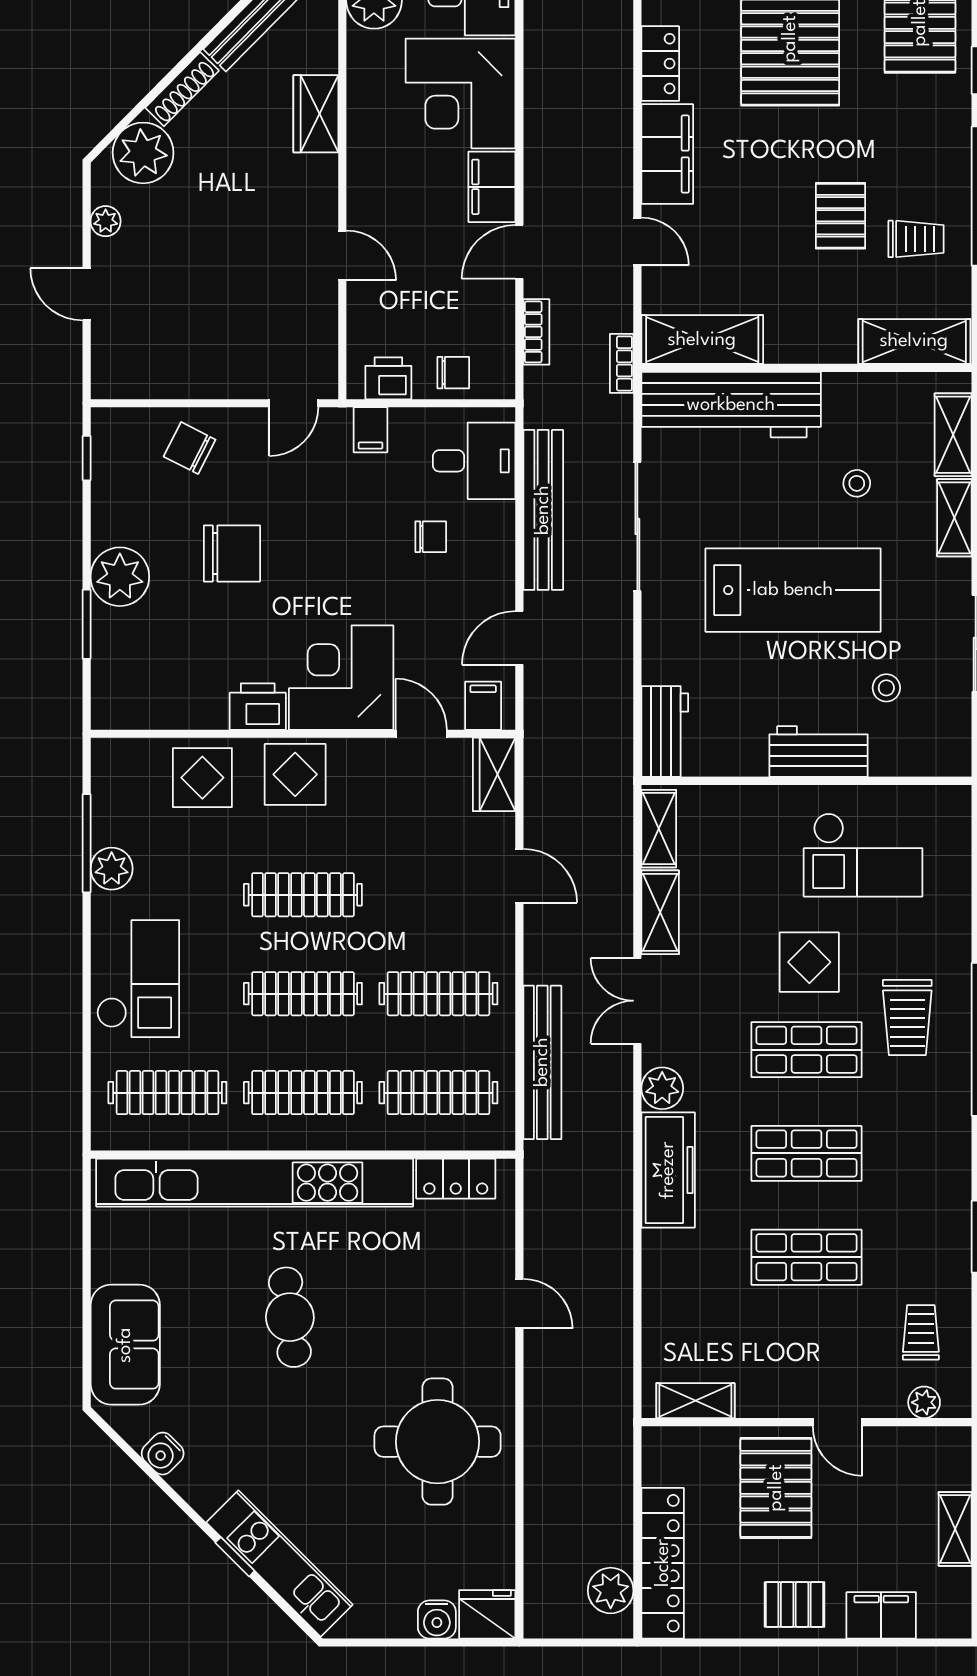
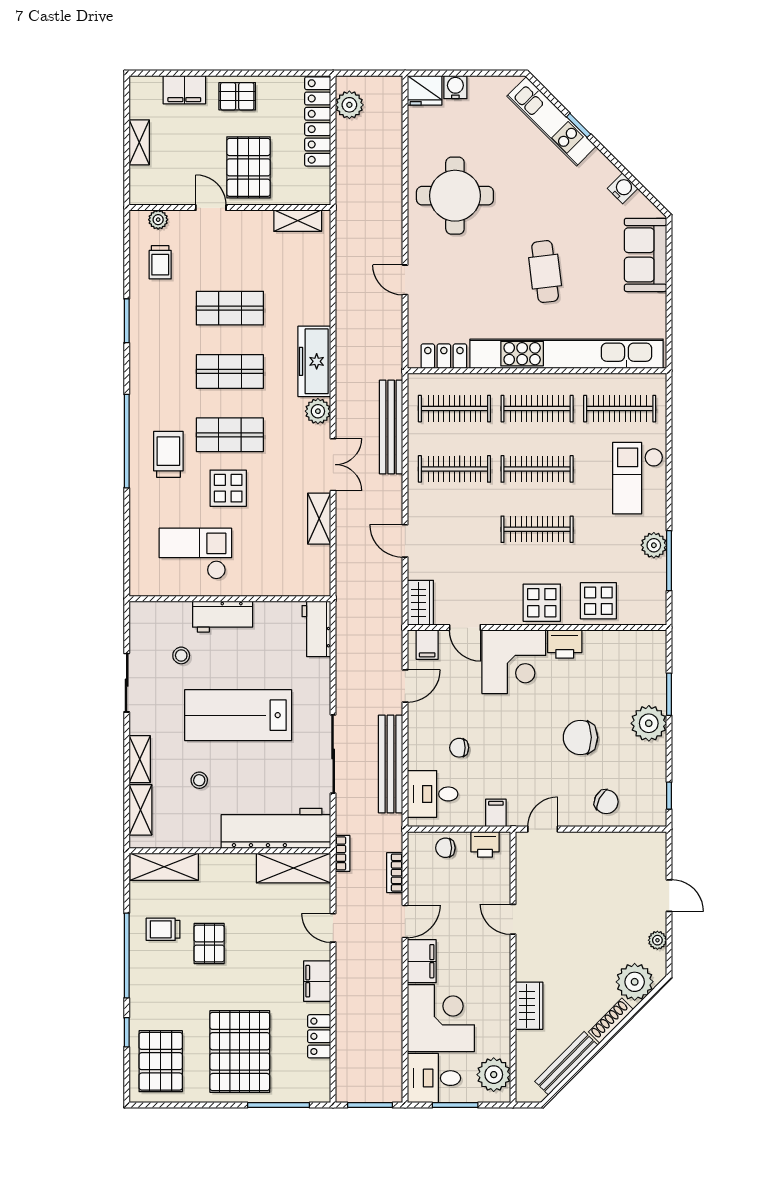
filing cabinet: (667, 154) -> (317, 981), width x0.67, depth x0.86
shelving: (659, 829) -> (320, 570), removed

